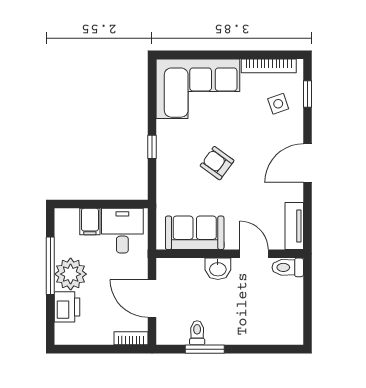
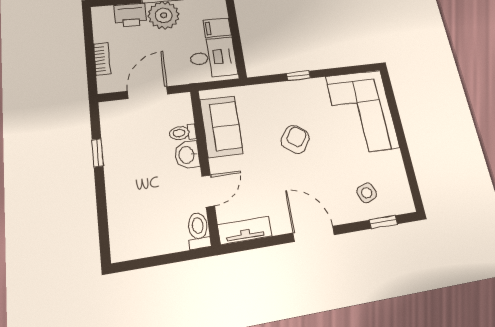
bookcase: (269, 66) -> (401, 177), removed
toilet: (197, 333) -> (183, 133), moved, turned 180
bookcase: (131, 338) -> (102, 59), moved
window: (205, 349) -> (98, 153), width x0.67

